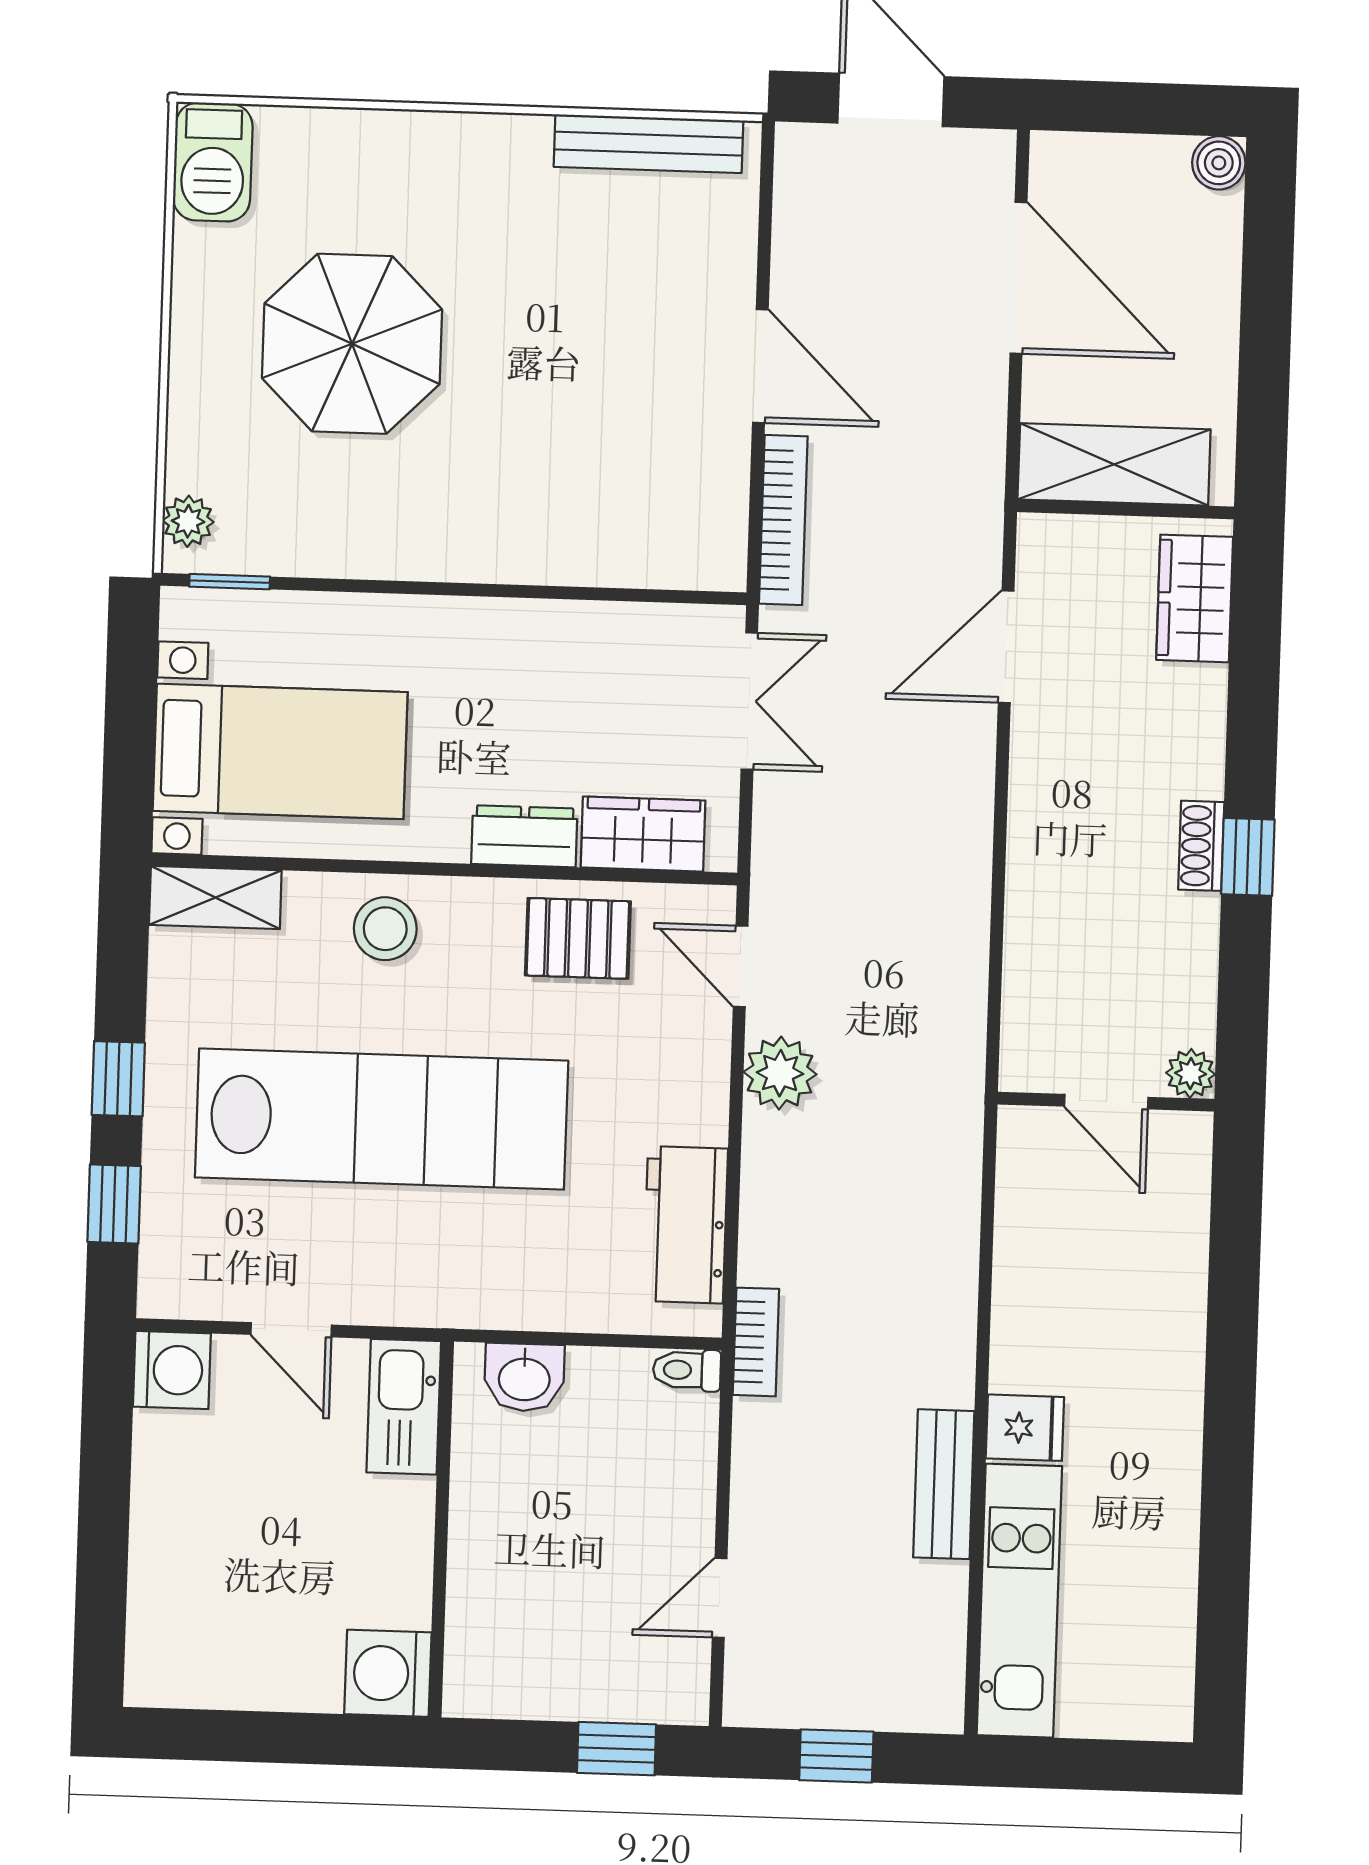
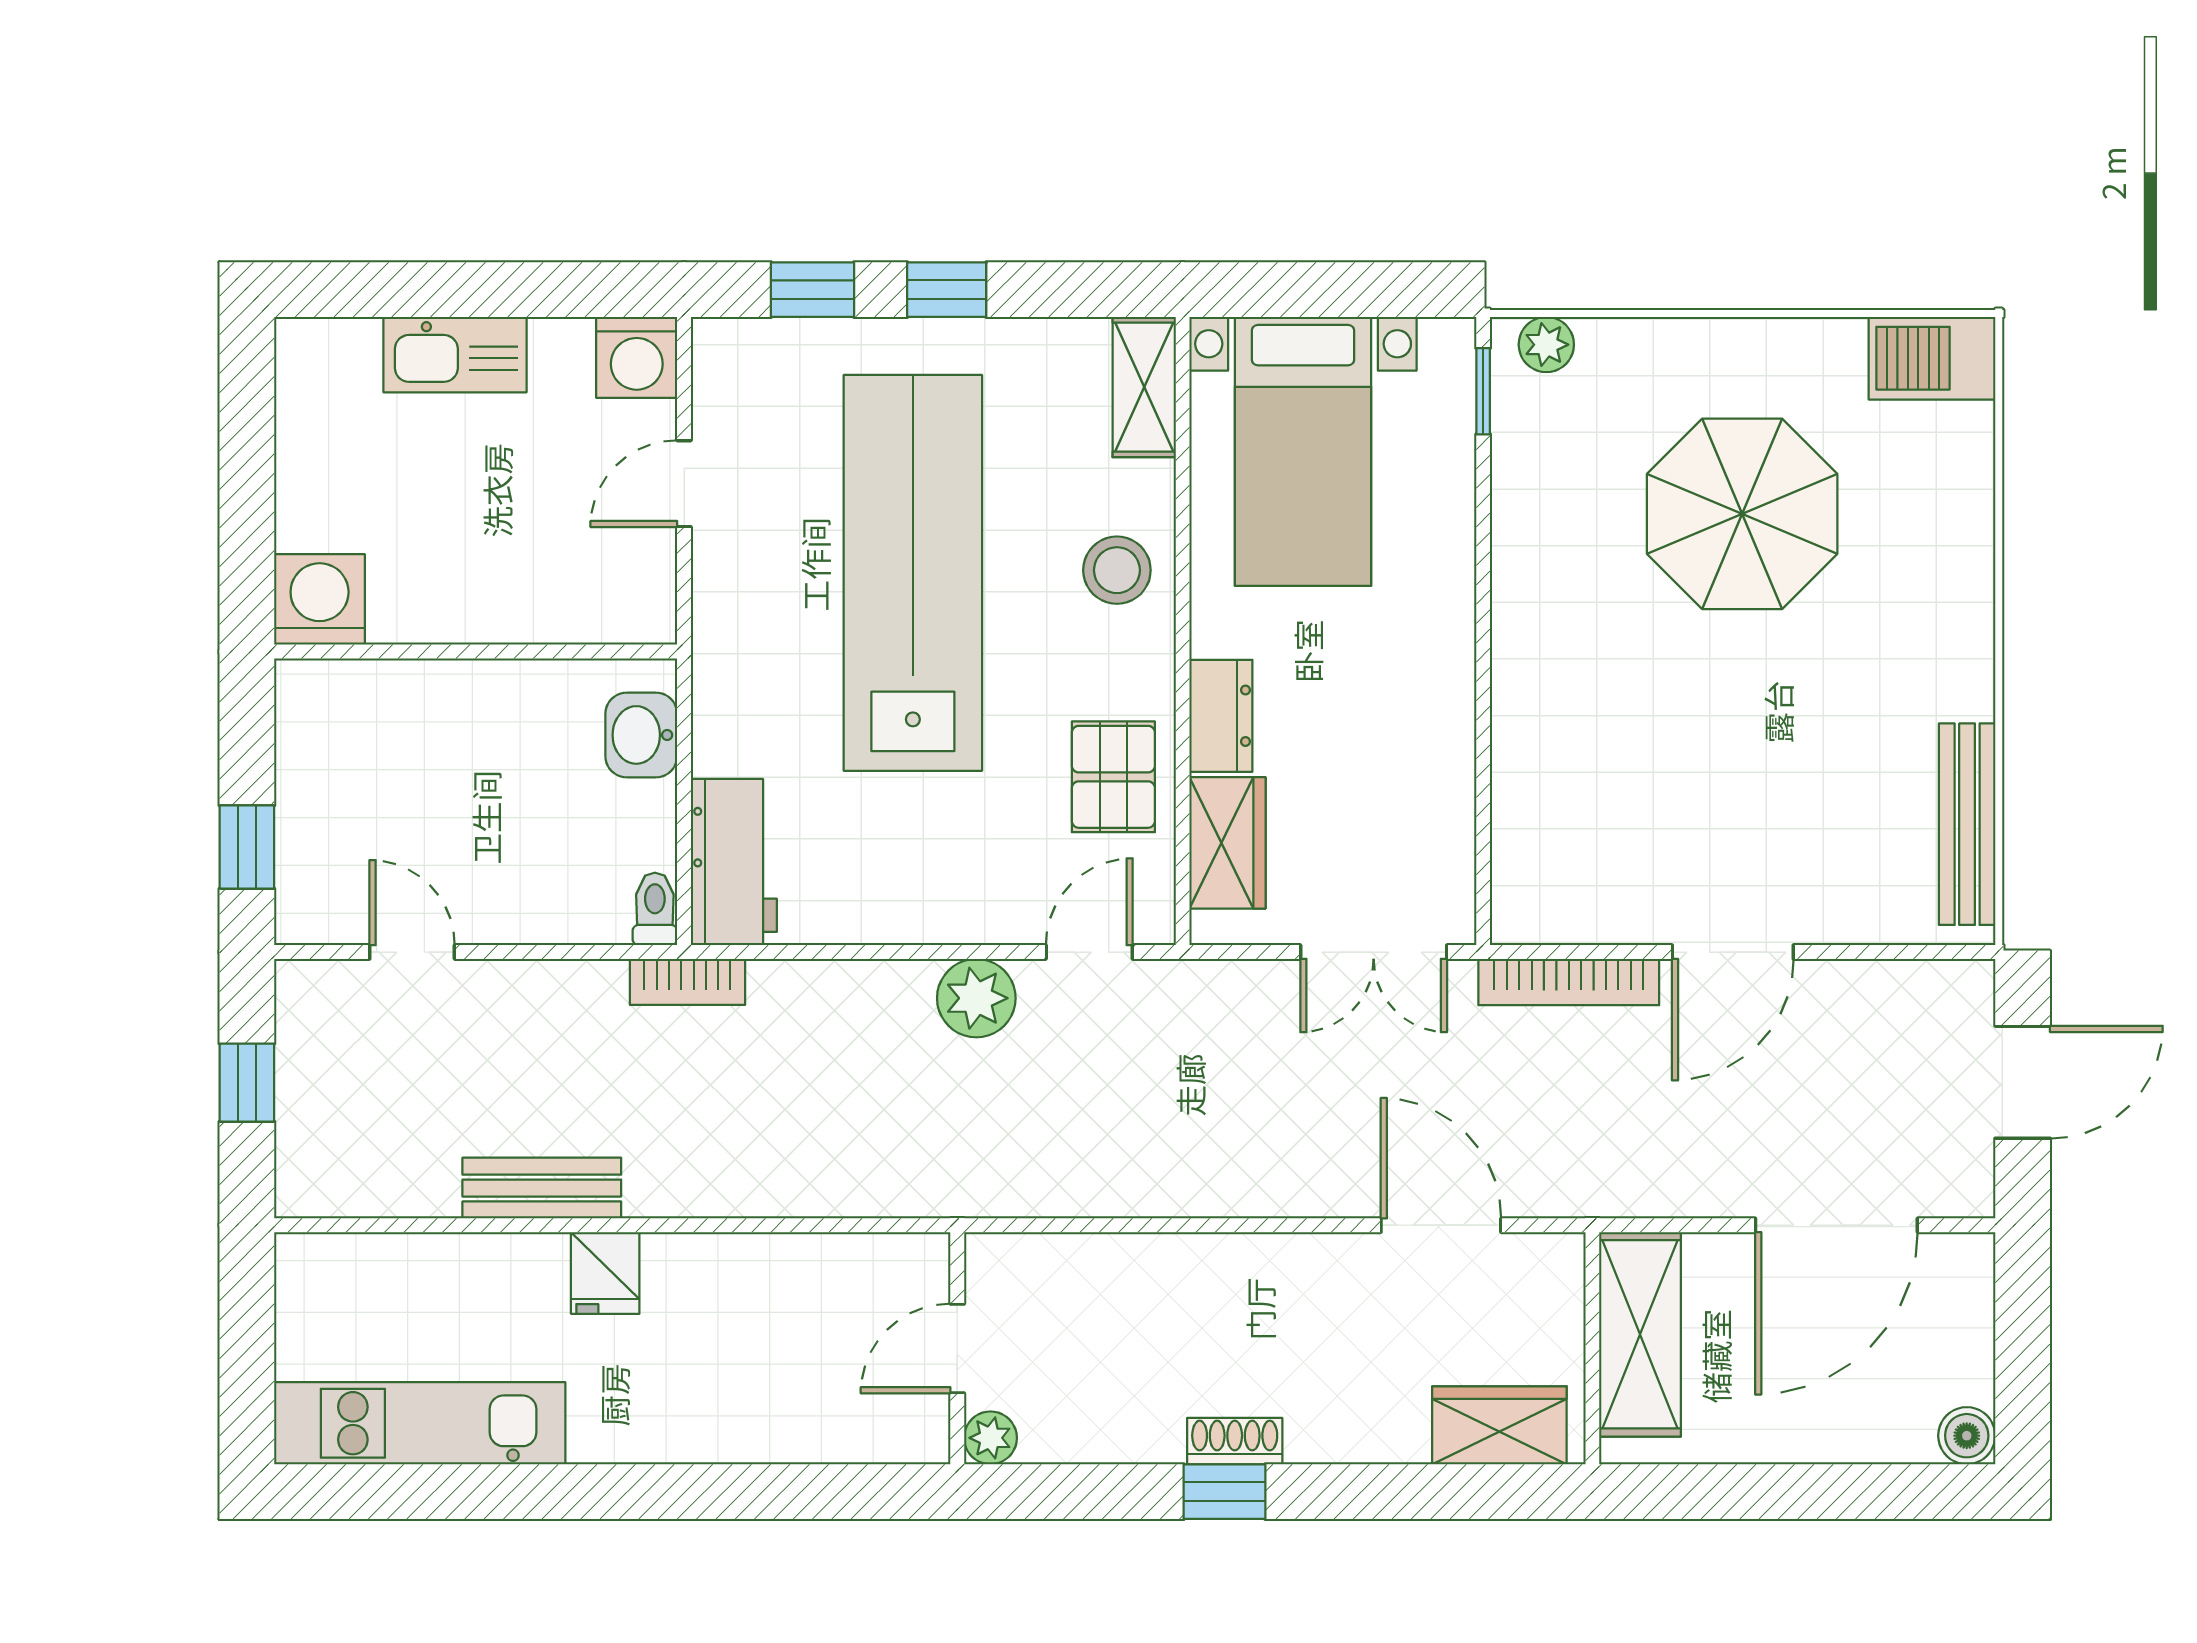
lab bench: (382, 1119) -> (913, 573), turned 180
workbench: (685, 1225) -> (734, 862), moved, turned 90
kitchen sink: (404, 1407) -> (455, 355), moved, turned 180
kitchen unit: (1019, 1601) -> (420, 1423), moved, turned 180

